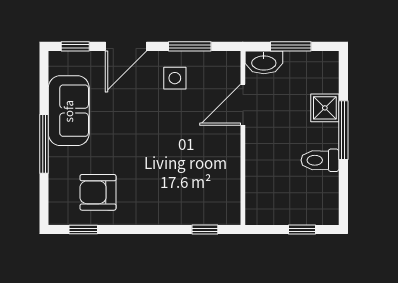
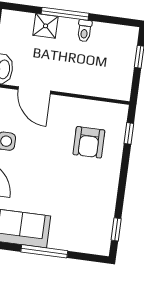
toilet: (320, 160) -> (84, 31), width x0.73, depth x0.72
armchair: (98, 192) -> (89, 142), moved

